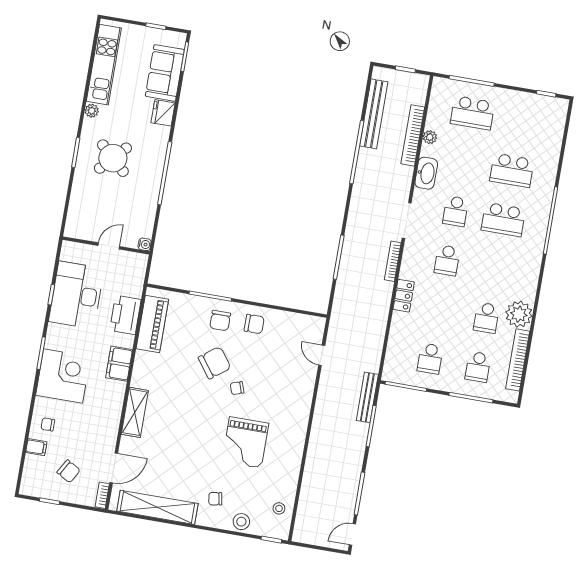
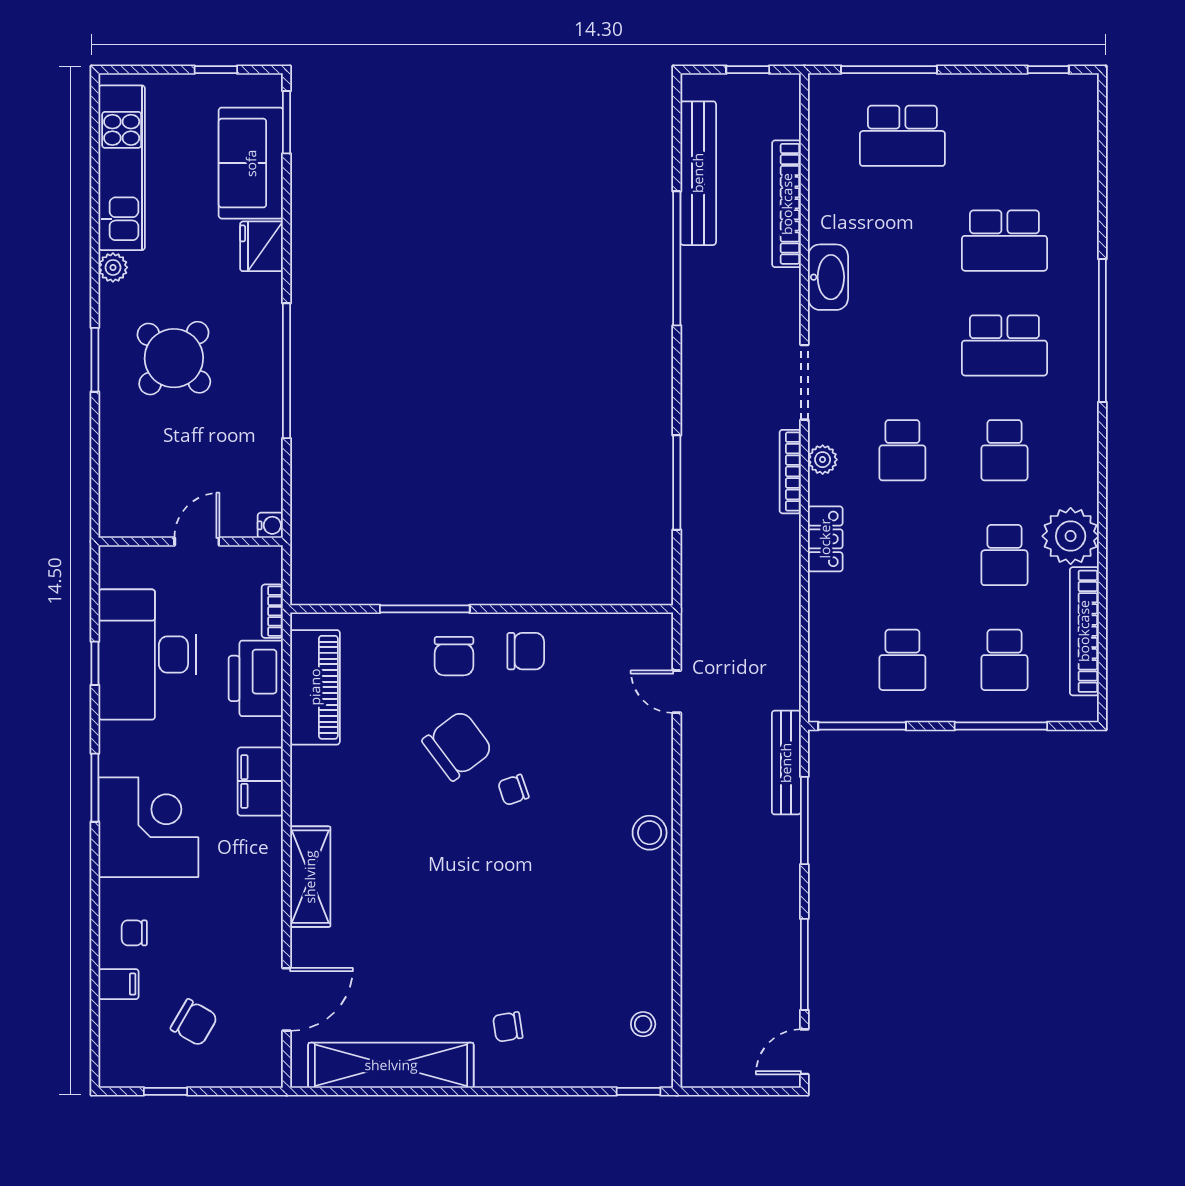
plant: (430, 137) -> (823, 460), moved
school desk: (456, 211) -> (1004, 450), moved
grand piano: (245, 442) -> (550, 899), removed
bookcase: (102, 495) -> (272, 611), moved
stool: (241, 522) -> (650, 833), moved

